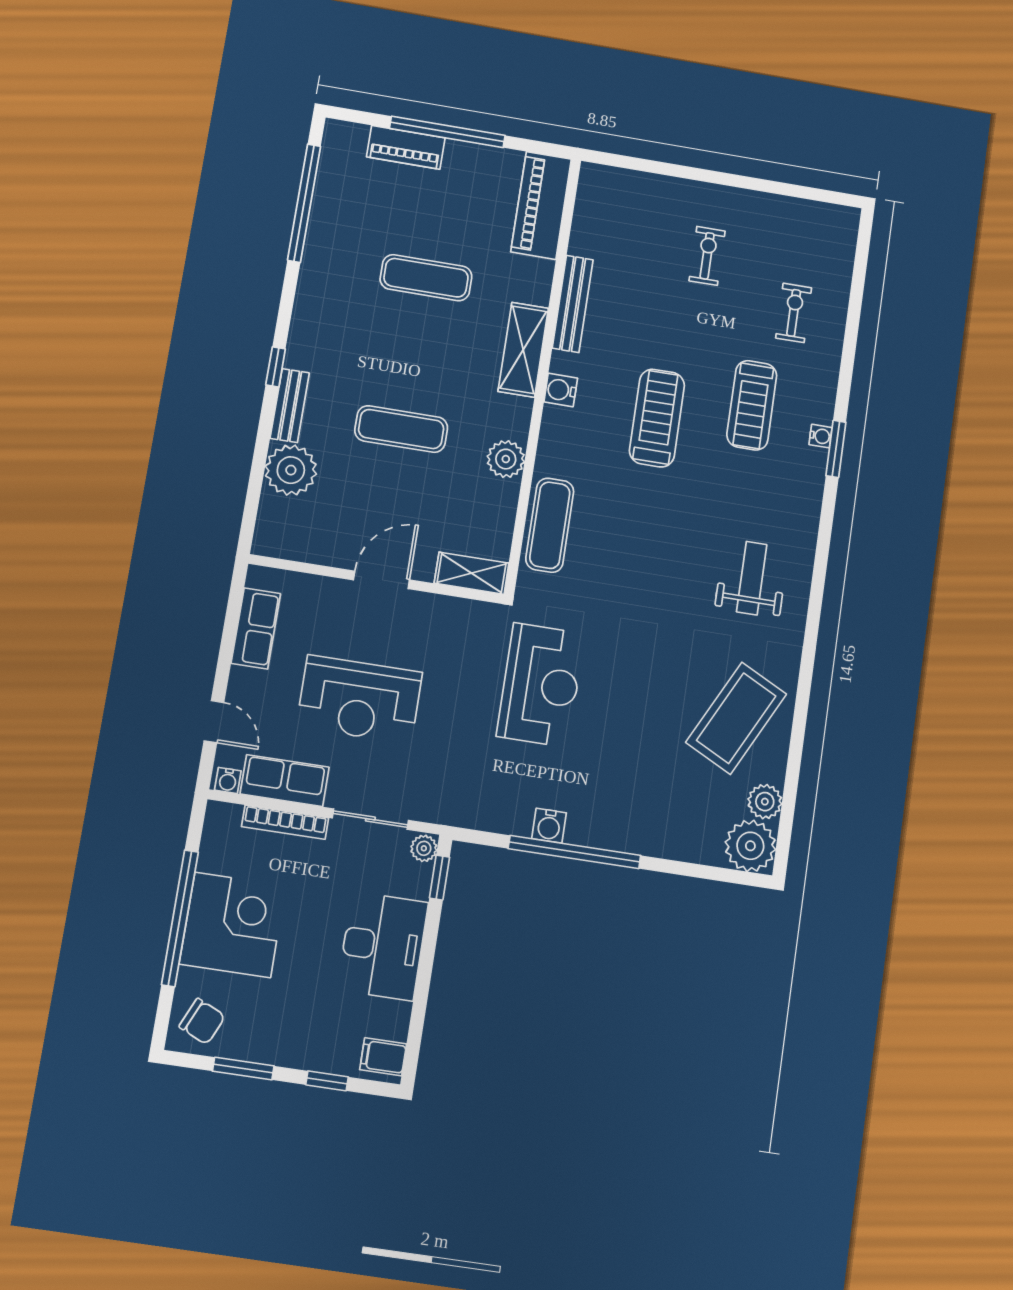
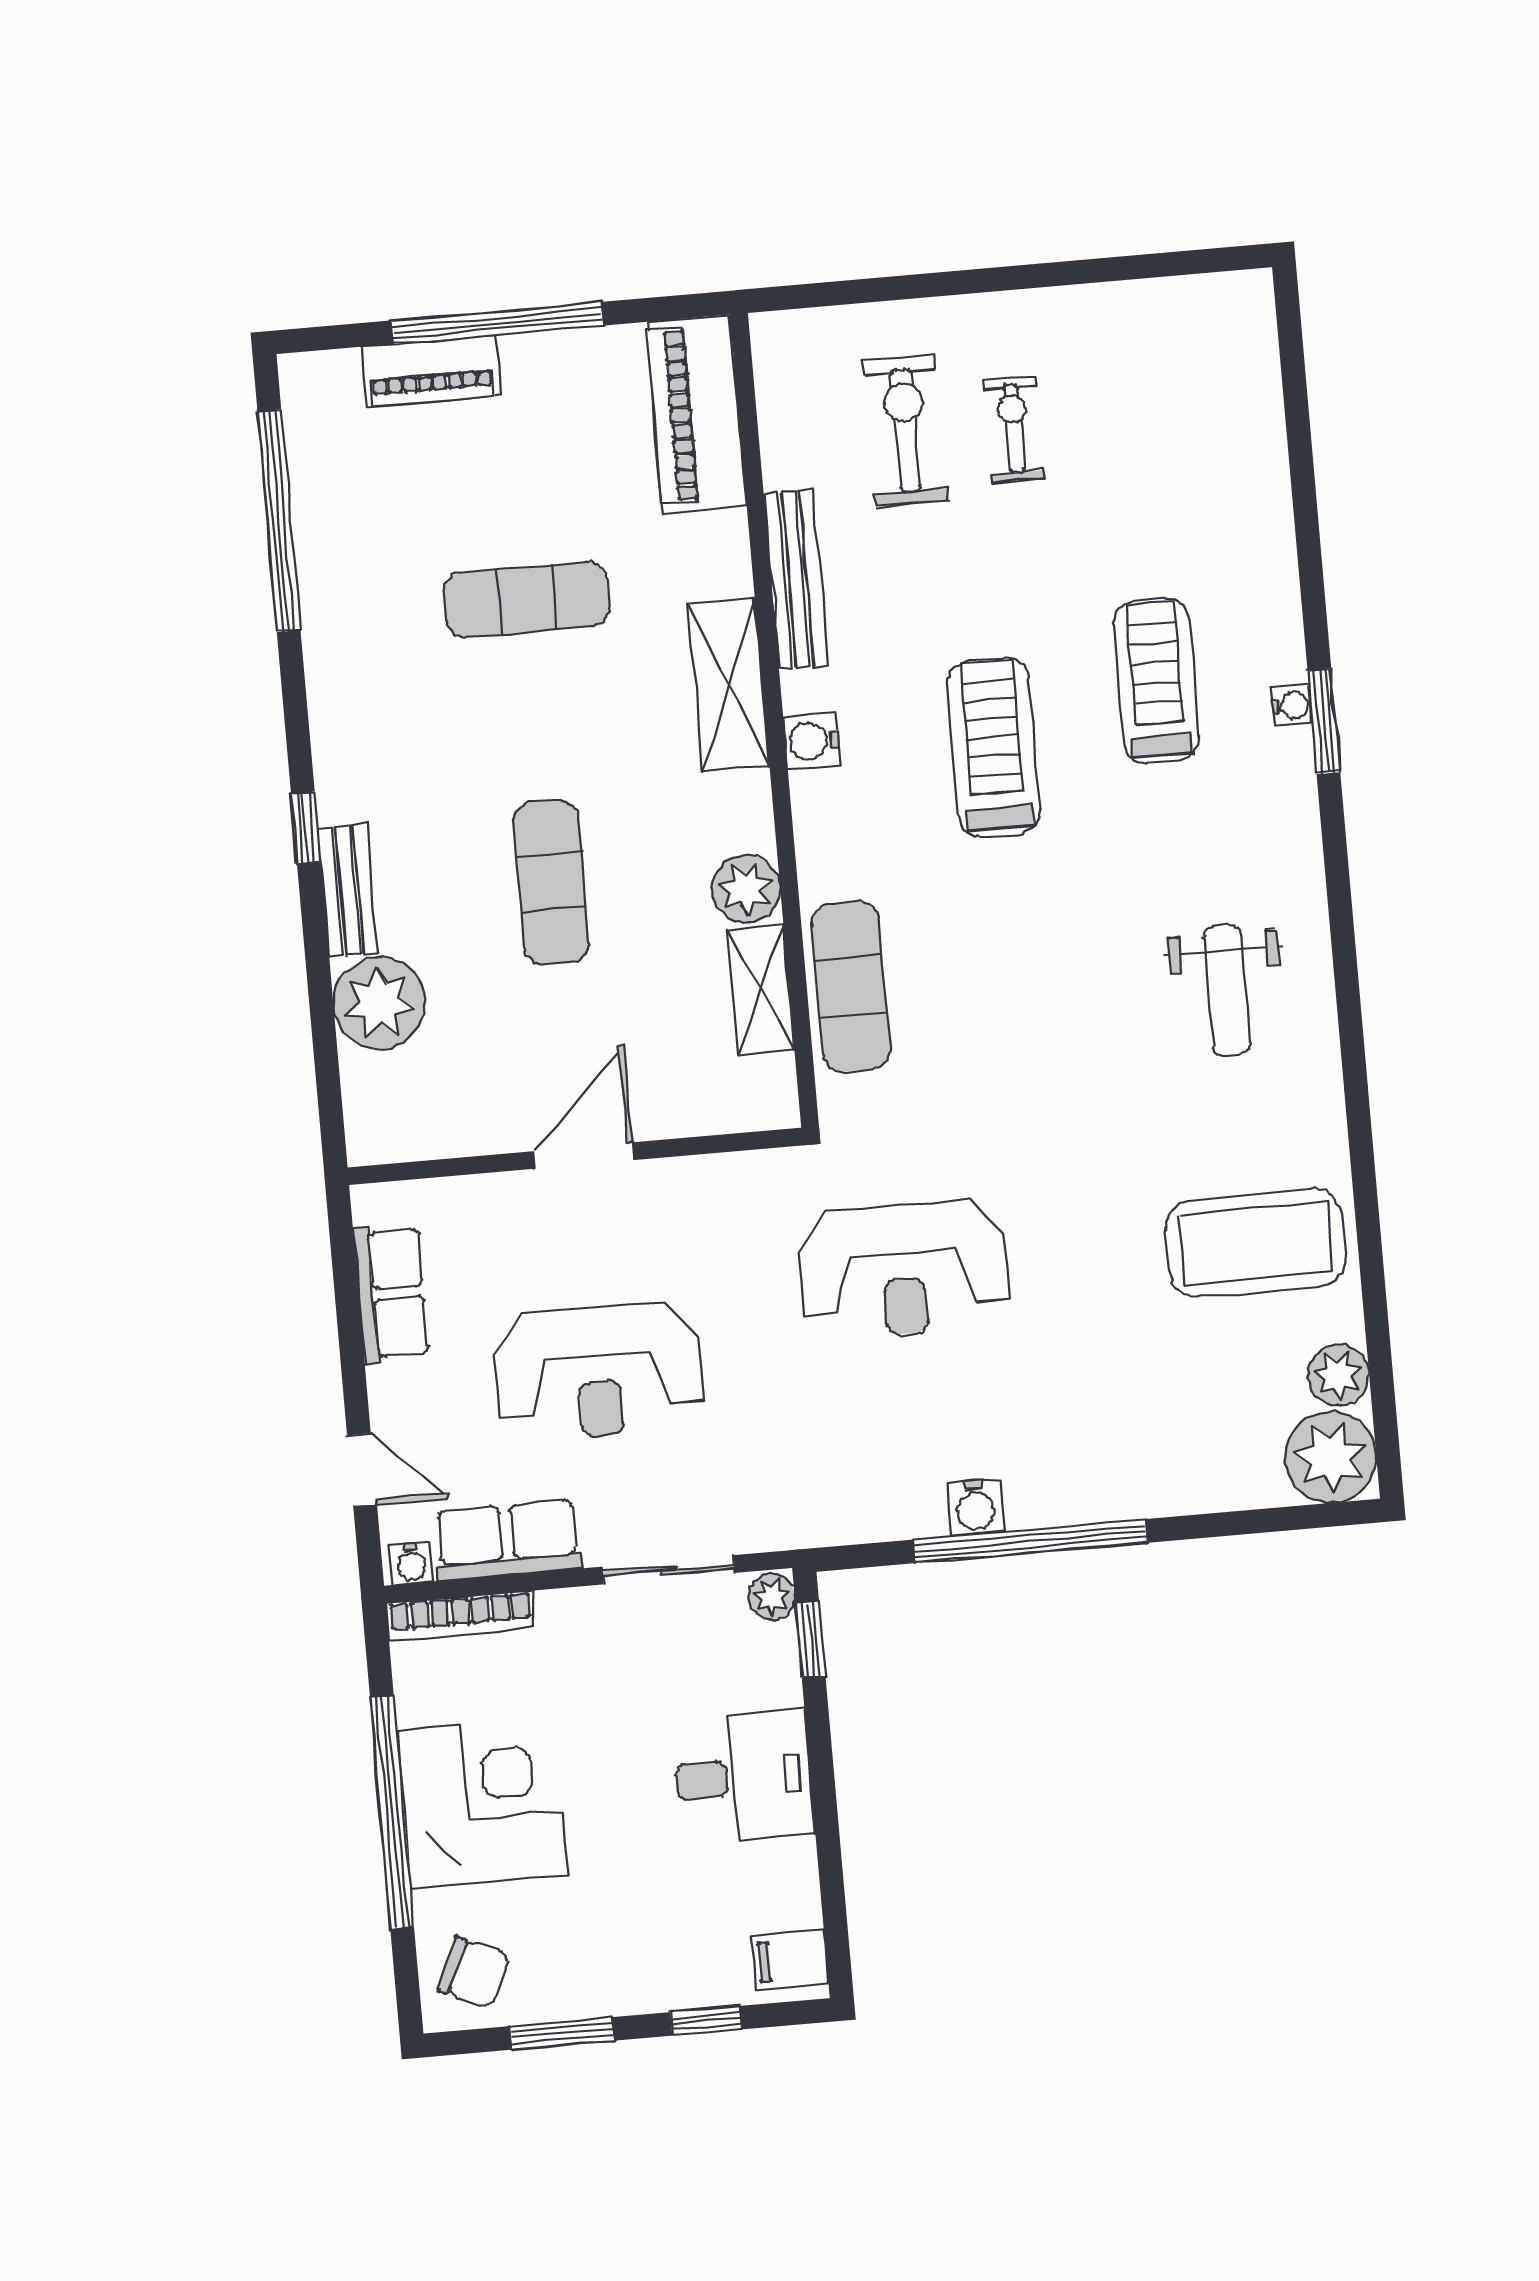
exercise bike: (794, 313) -> (906, 430), moved, width x1.38, depth x1.39
treadmill: (752, 405) -> (1156, 681), turned 180
exercise mat: (401, 429) -> (551, 882), turned 90
shelving: (472, 573) -> (761, 990), moved, turned 90
weight bench: (752, 578) -> (1227, 991), turned 180
reception desk: (541, 685) -> (903, 1269), turned 90
coffee table: (736, 718) -> (1256, 1243), turned 63
bookcase: (285, 822) -> (461, 1616), moved
desk: (383, 946) -> (743, 1777), width x0.73

